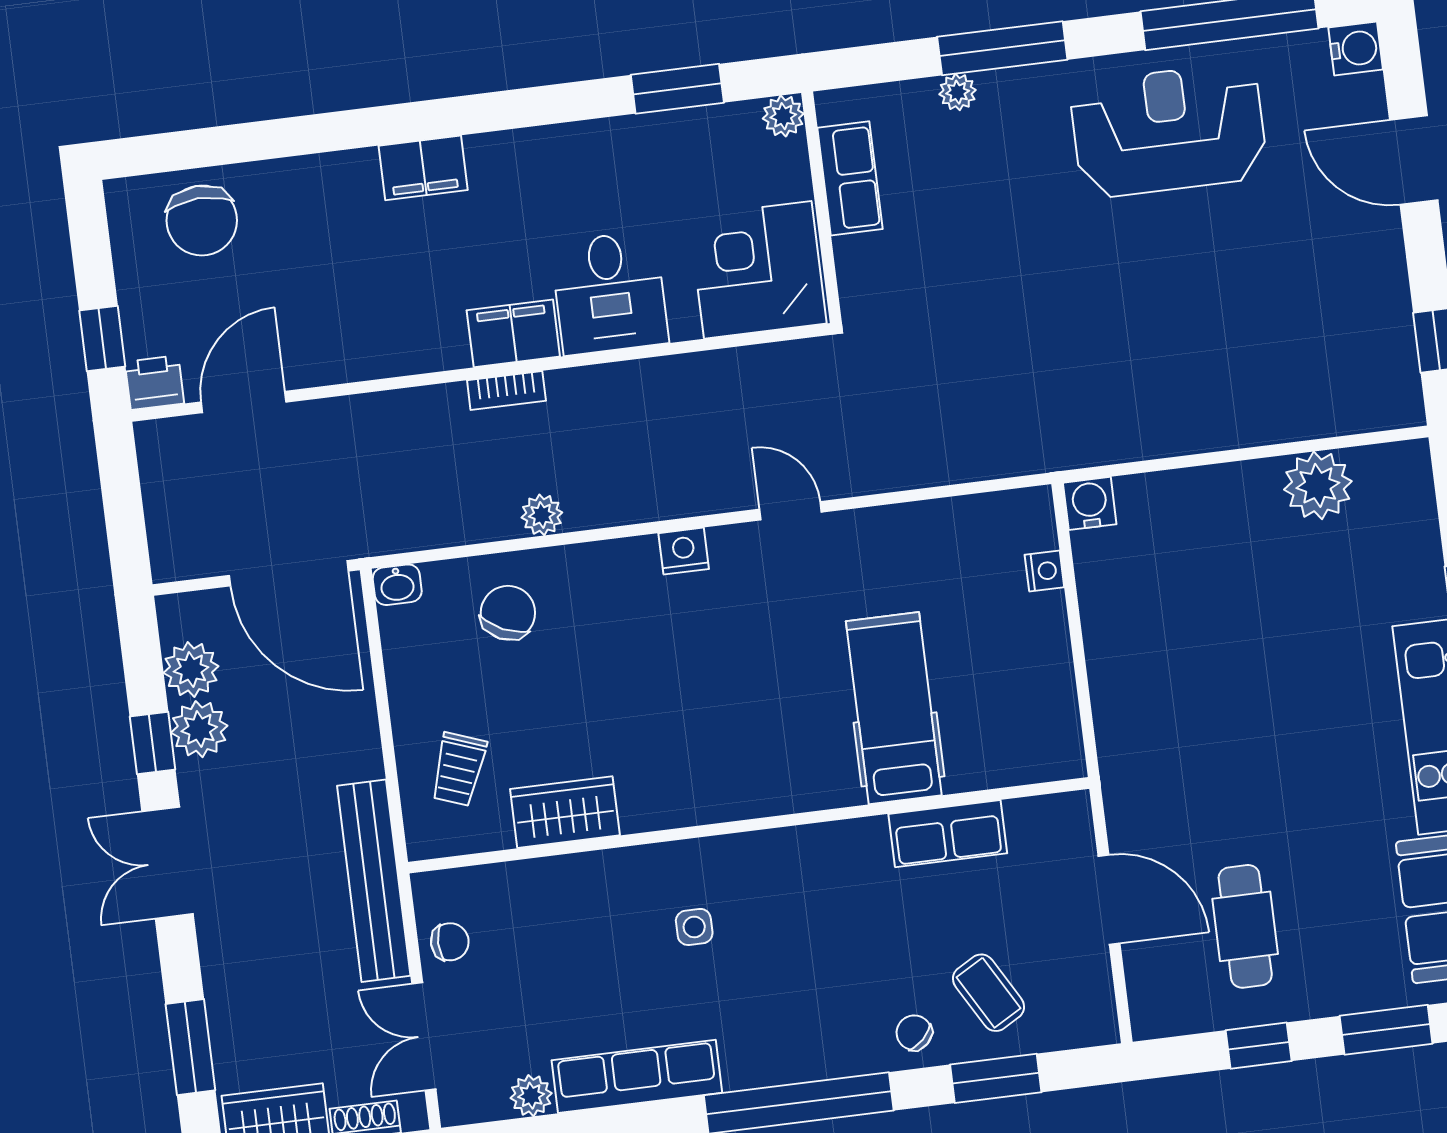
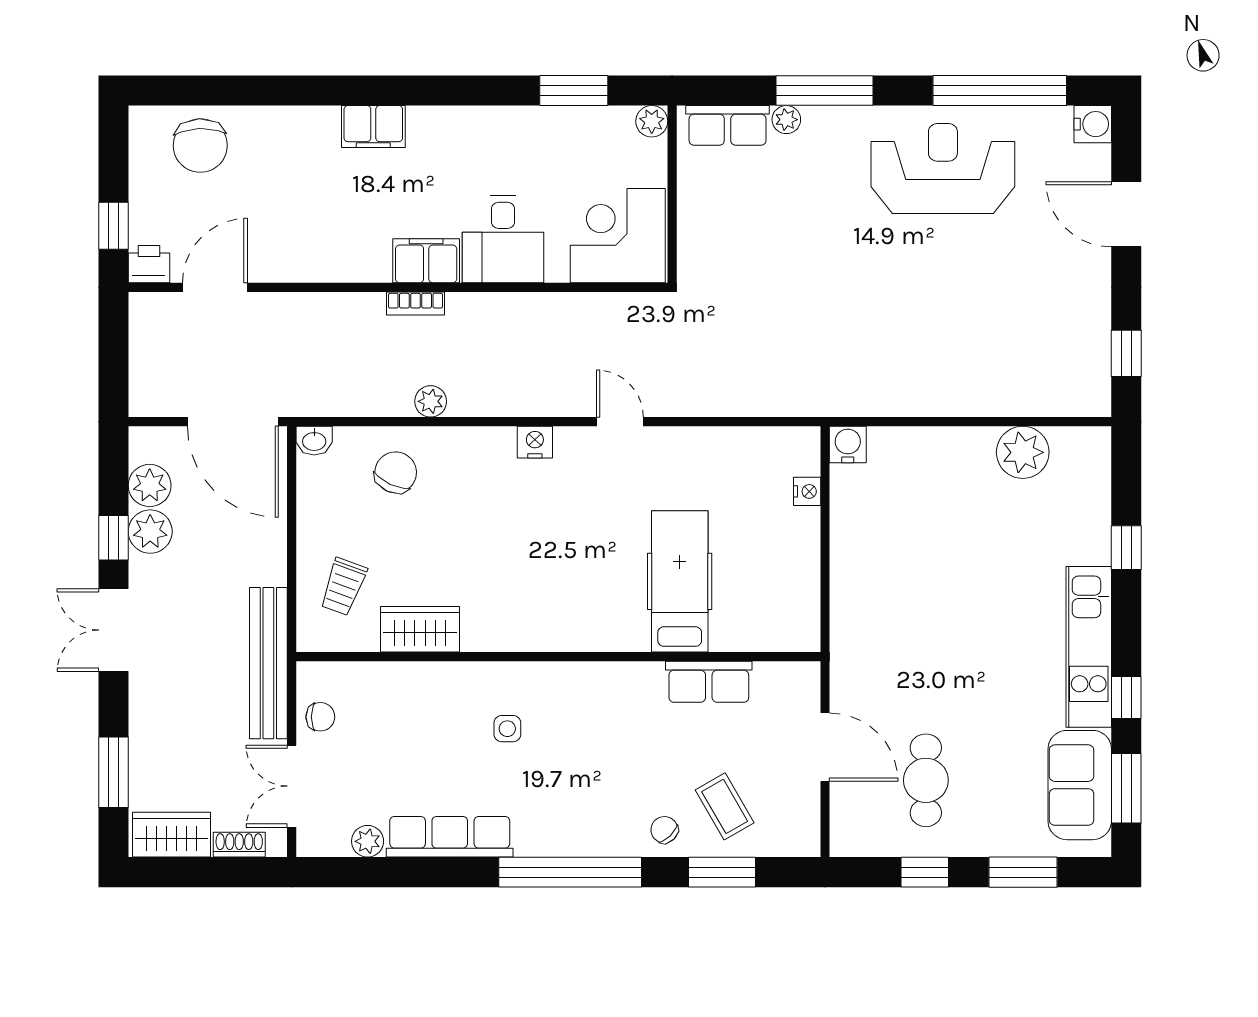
row of seats: (850, 178) -> (728, 125), moved, turned 90

